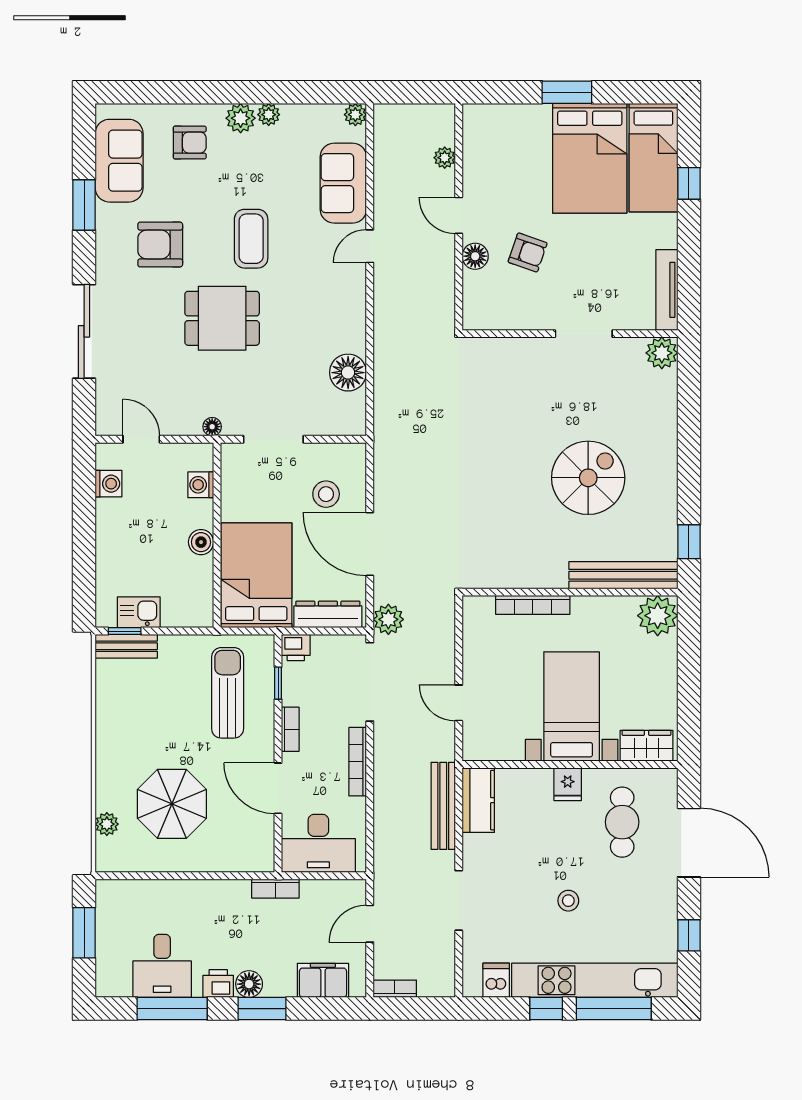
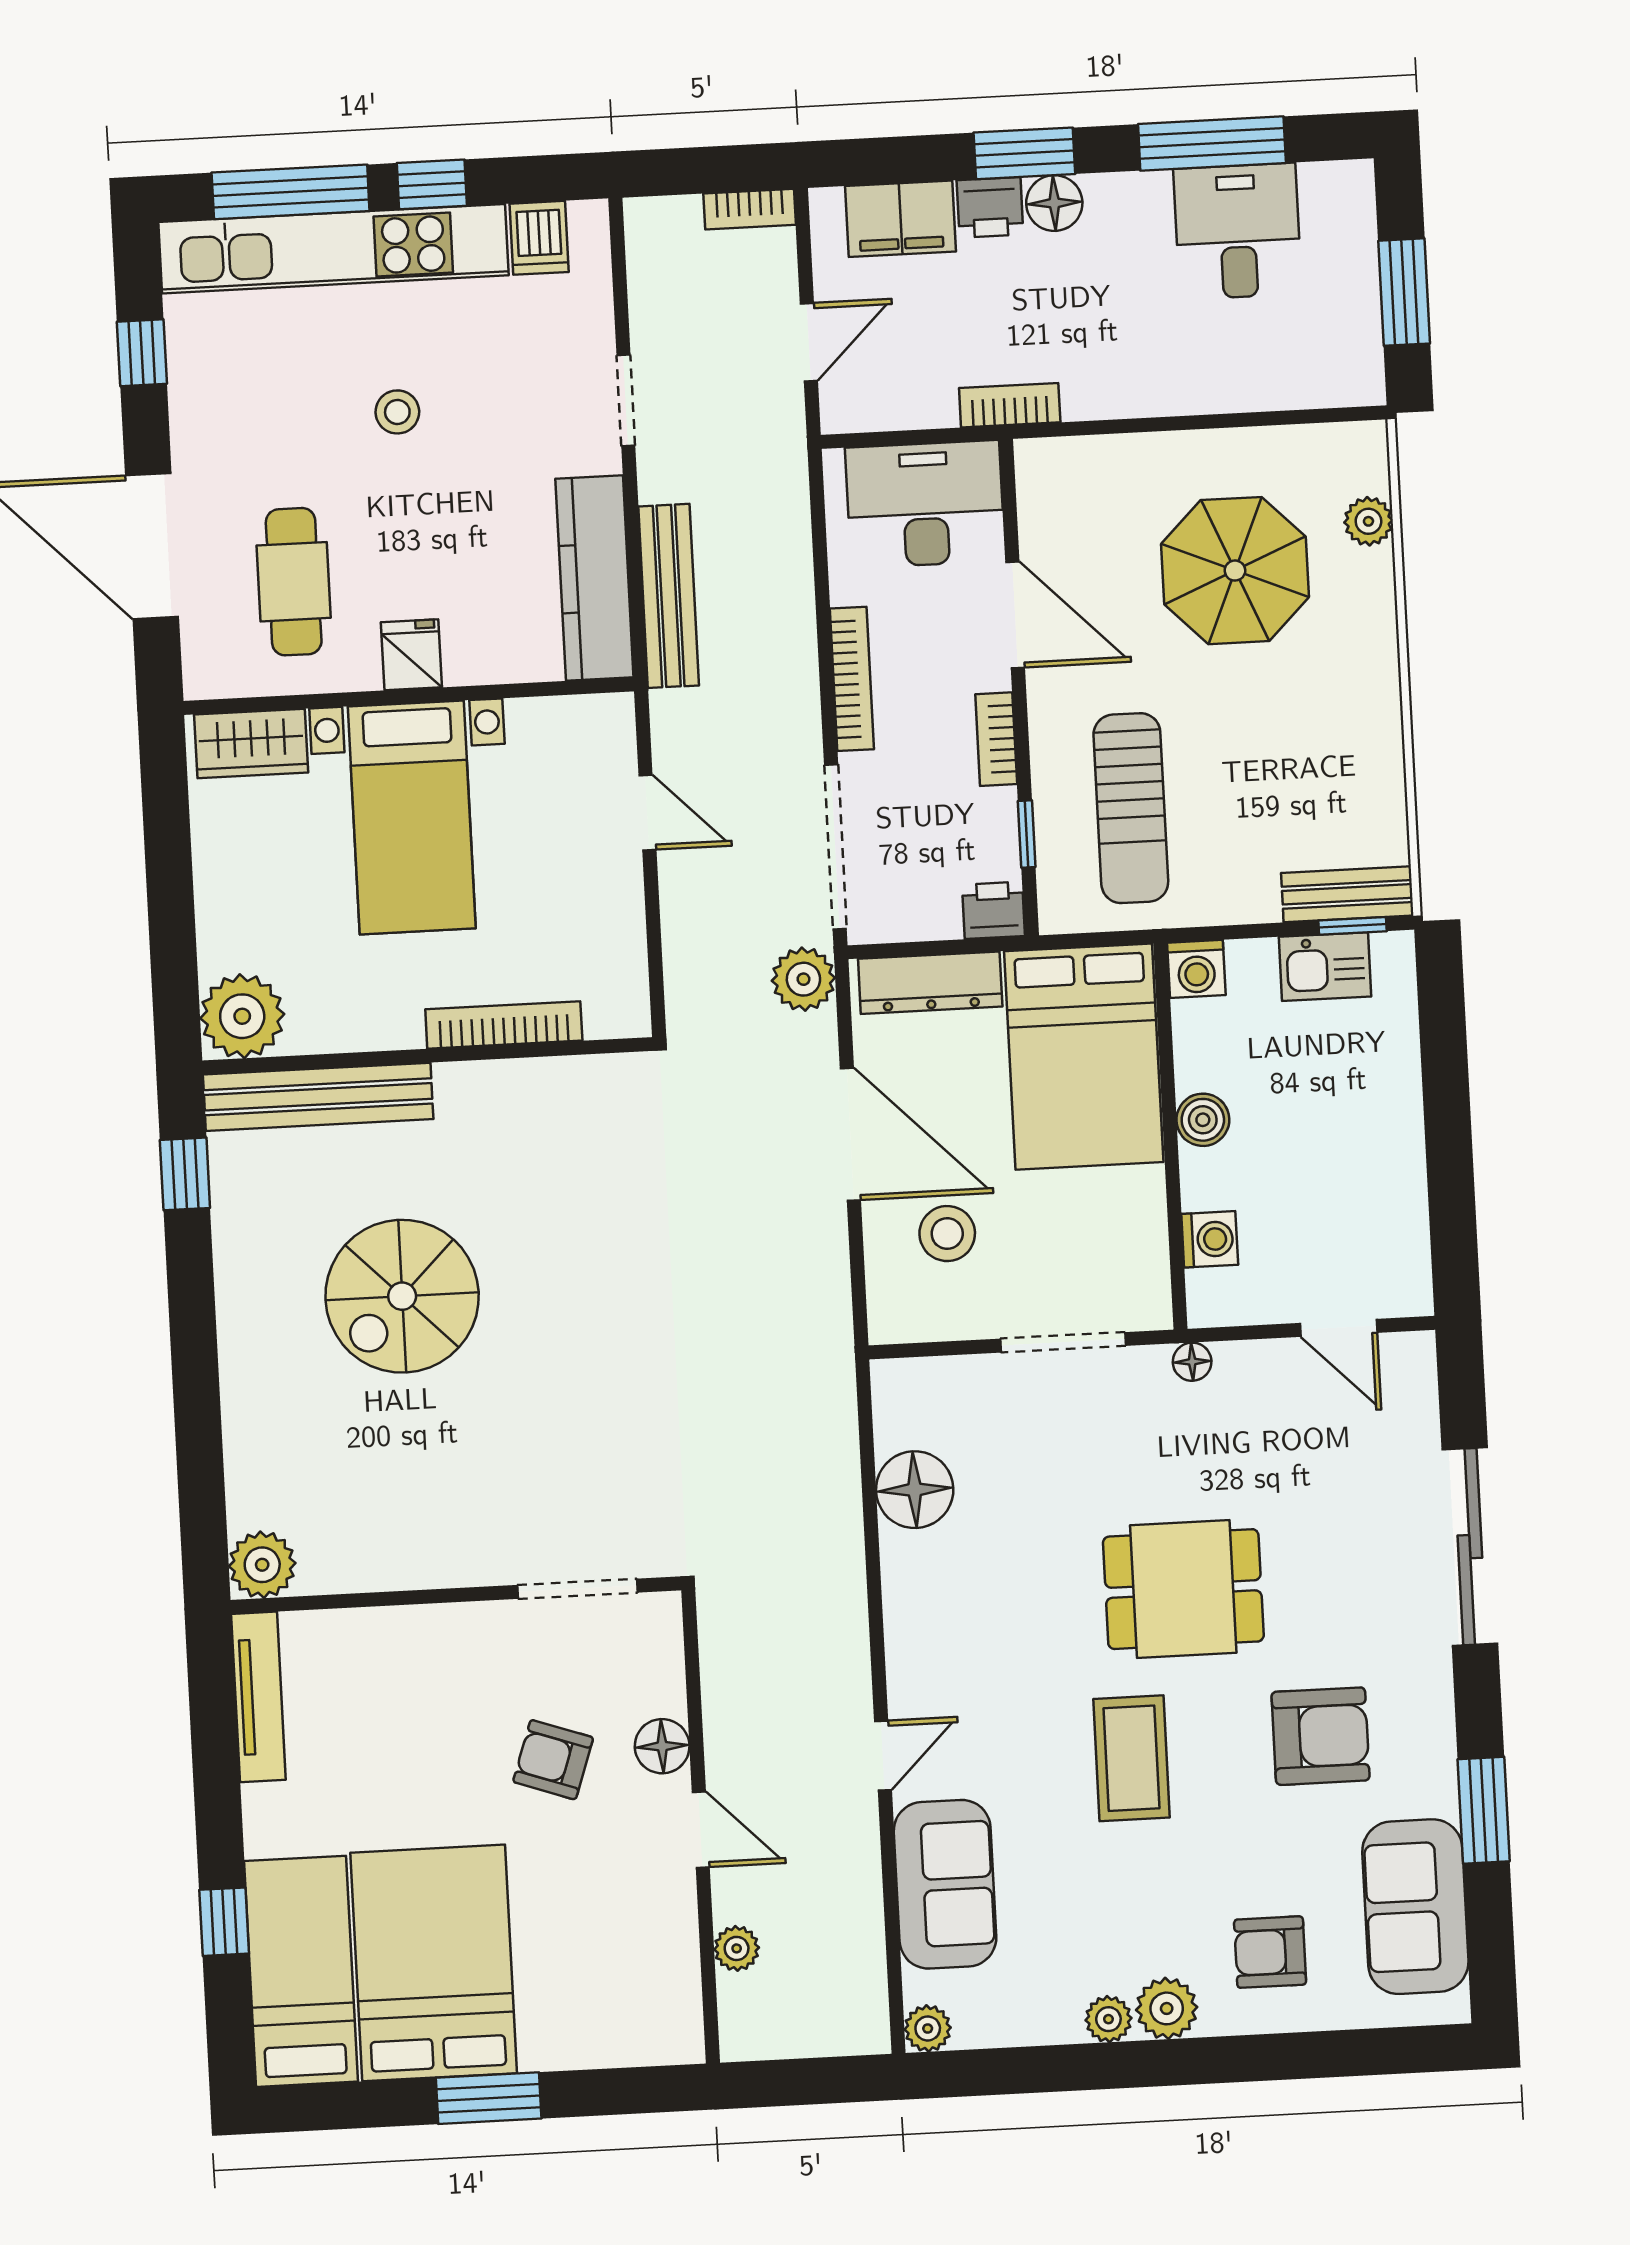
doorway: (584, 334) -> (577, 1589), moved
washing machine: (108, 484) -> (1196, 969), moved, turned -90
kitchen counter: (478, 800) -> (594, 578), width x1.50
doorway: (459, 900) -> (626, 400), width x0.73
printer: (218, 984) -> (990, 207), moved

